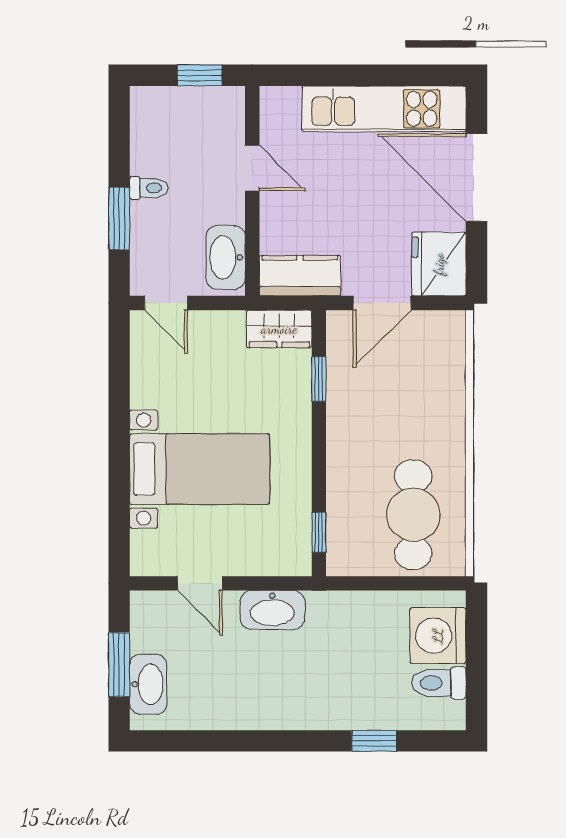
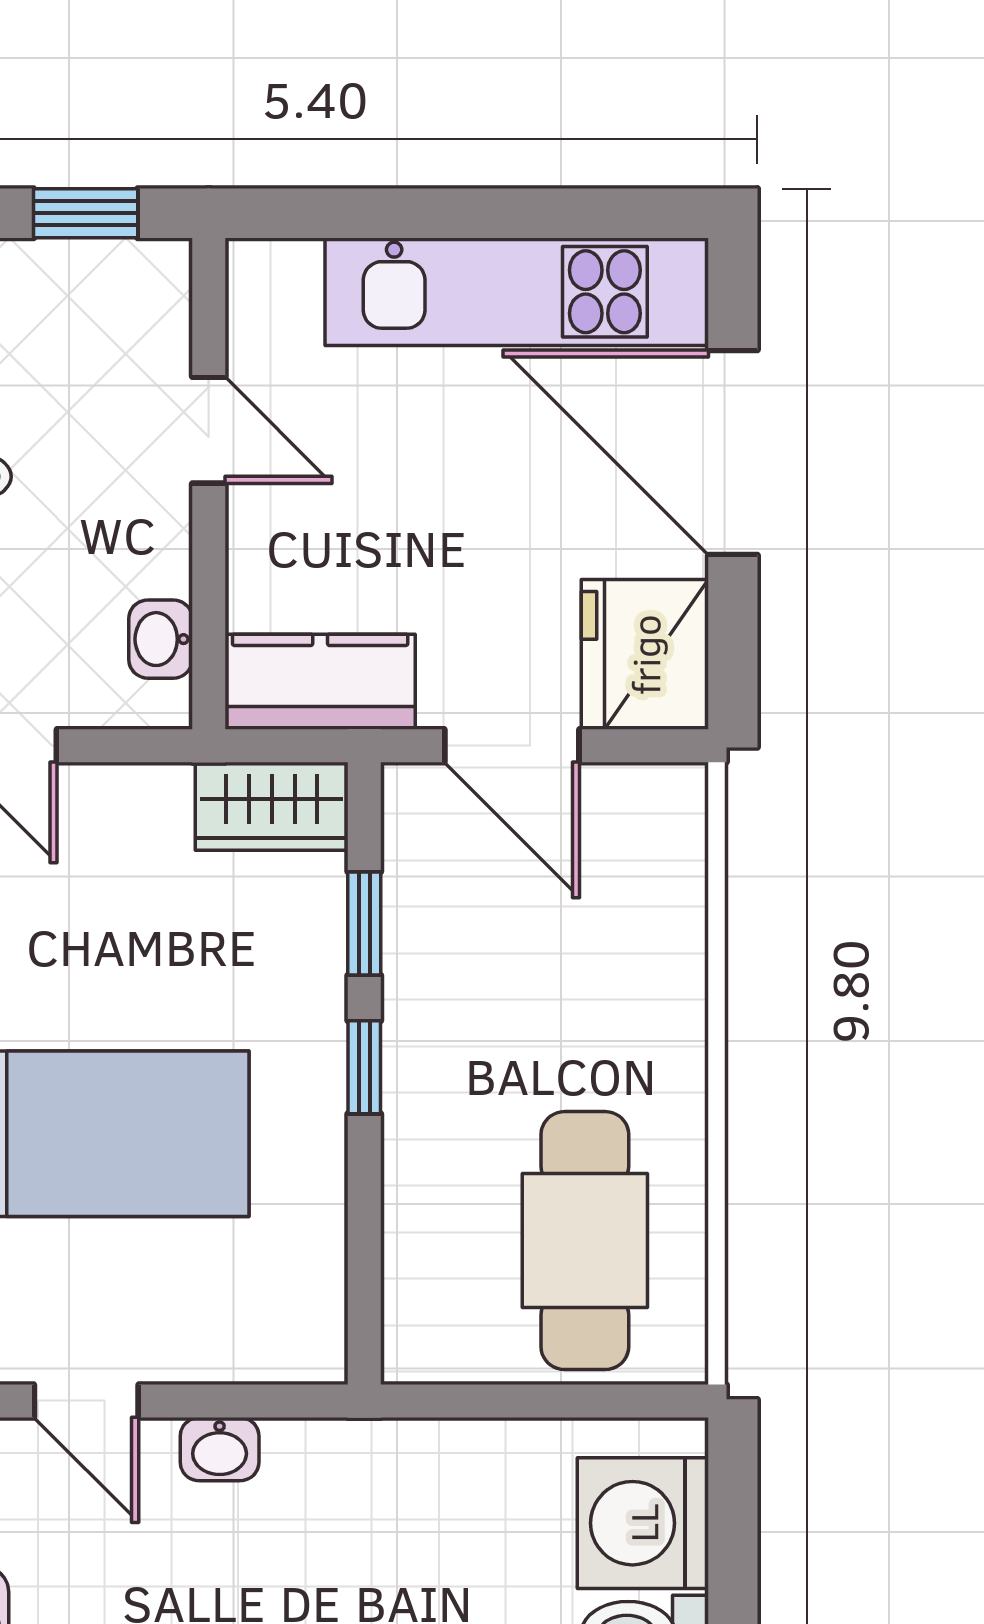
washbasin: (226, 257) -> (161, 639), width x0.52, depth x0.69
door: (382, 303) -> (512, 746), hinge flipped
window: (319, 532) -> (364, 1067), moved
washbasin: (272, 610) -> (220, 1449), width x0.52, depth x0.69

